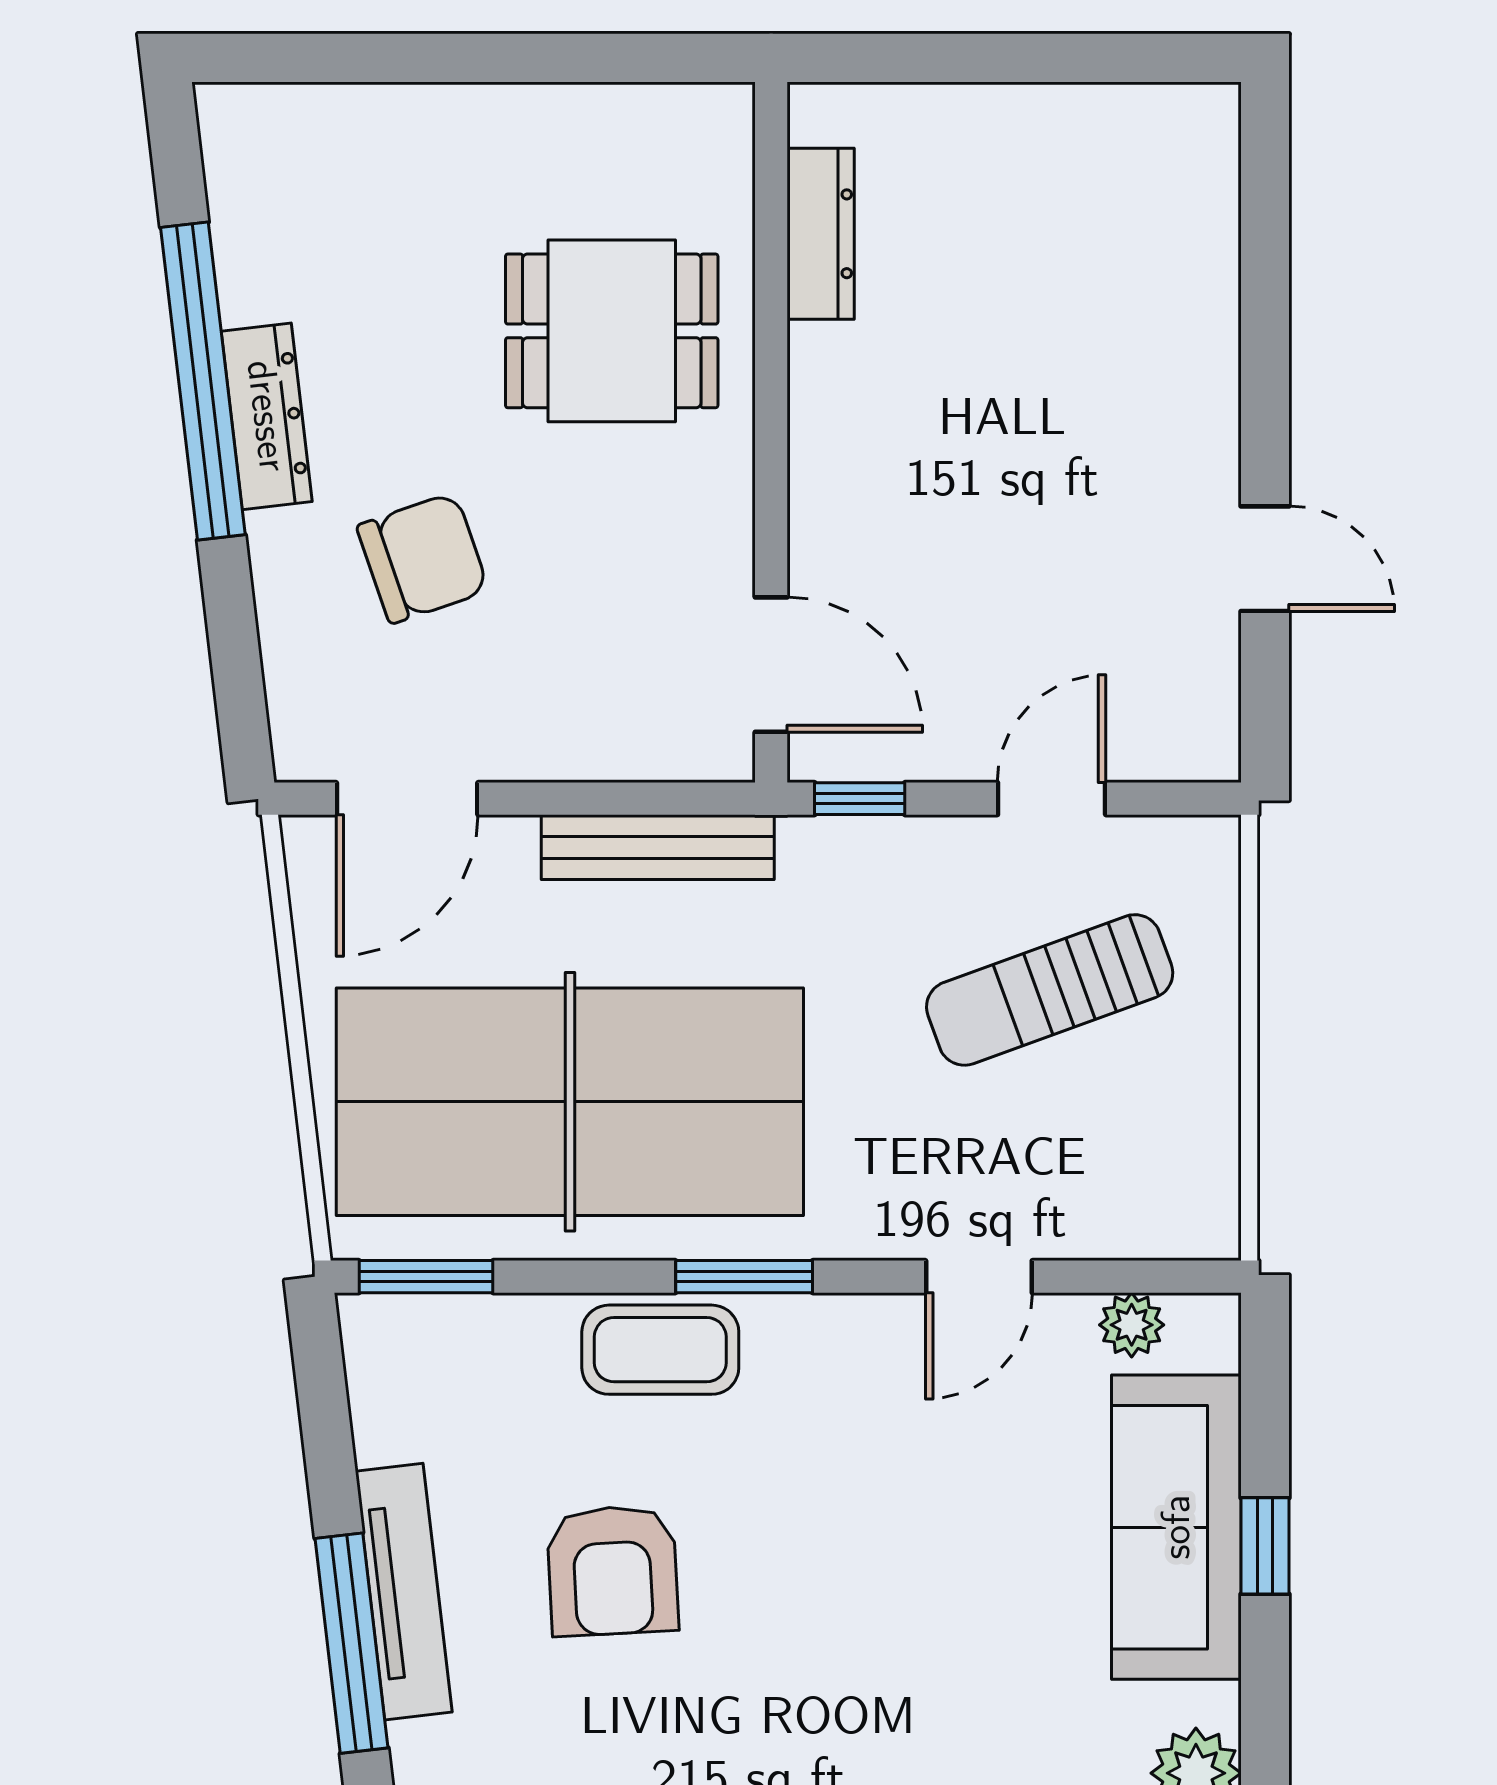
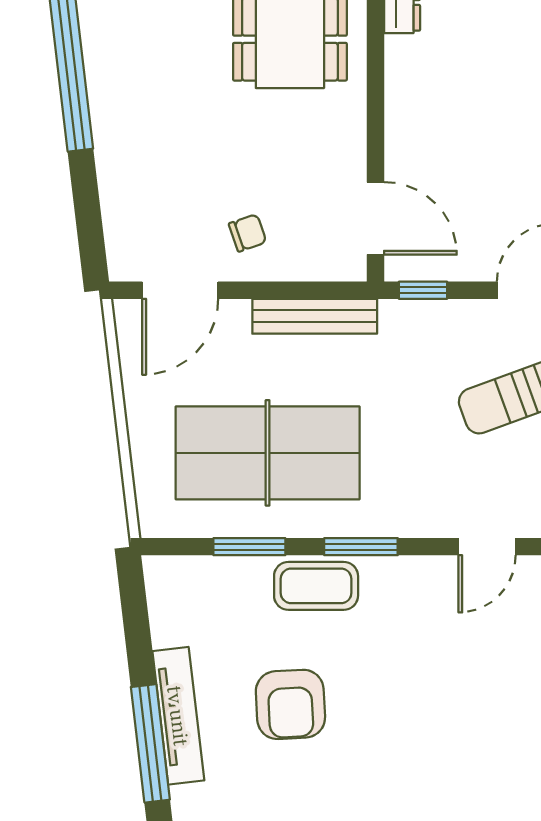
dresser: (267, 416) -> (105, 85), removed
chair: (423, 558) -> (248, 233), moved, width x0.54, depth x0.54
table tennis table: (570, 1102) -> (268, 453), width x0.73, depth x0.76
window: (426, 1277) -> (249, 547), moved

